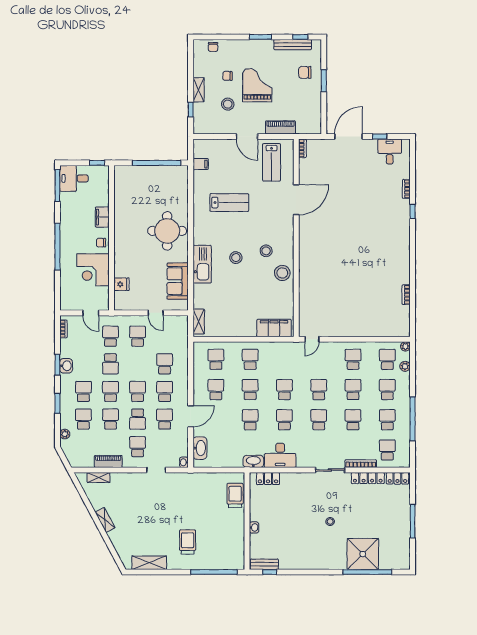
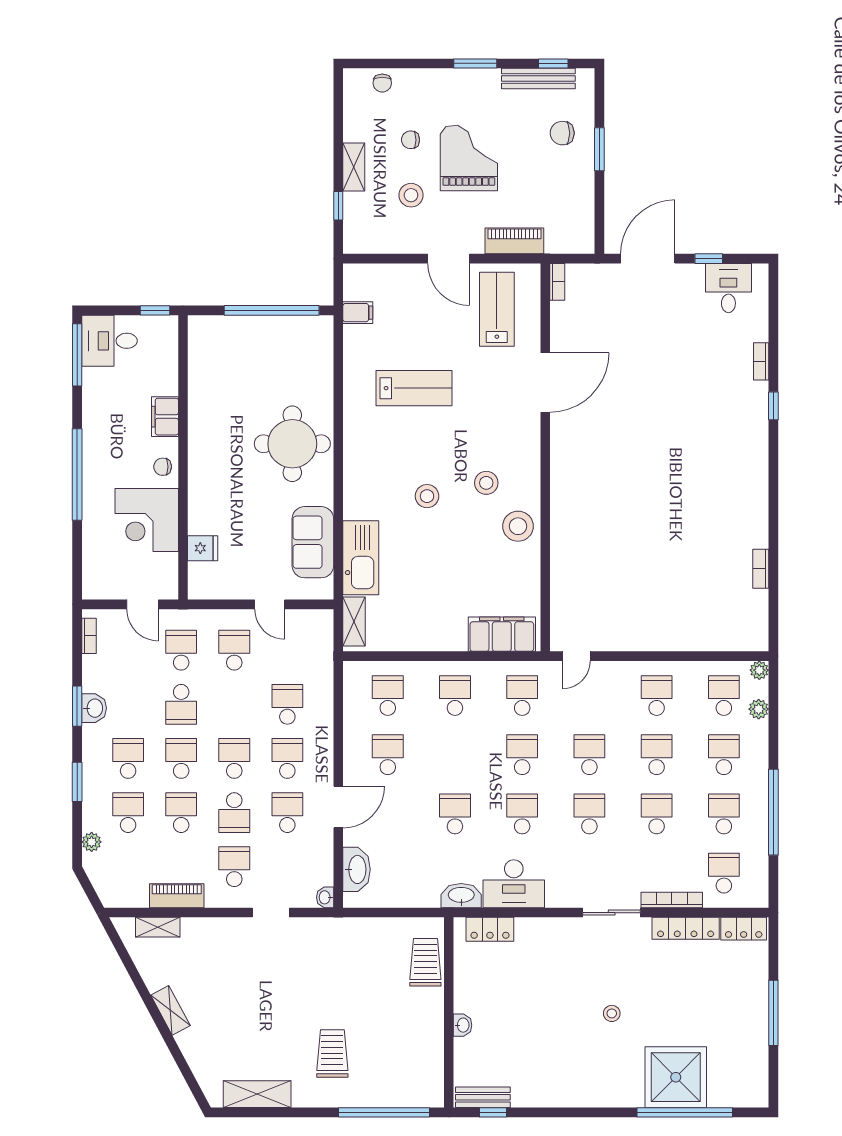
lab bench: (272, 162) -> (497, 309), turned 180
kitchen sink: (202, 264) -> (361, 558), moved
school desk: (250, 390) -> (522, 696), moved

